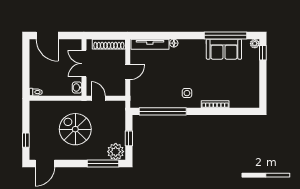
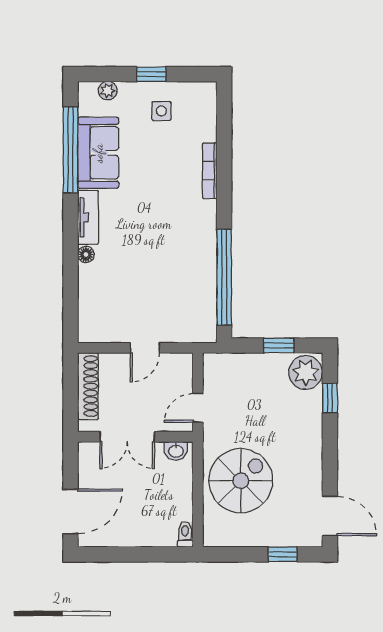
tv unit: (150, 44) -> (88, 217), moved, width x0.71
plant: (255, 44) -> (108, 91), moved
window: (263, 53) -> (151, 74), moved
door: (128, 72) -> (145, 348), swing flipped
side table: (187, 93) -> (161, 111), moved
spiral stairs: (75, 129) -> (241, 481), moved, turned 180
window: (103, 163) -> (330, 398), width x0.46

